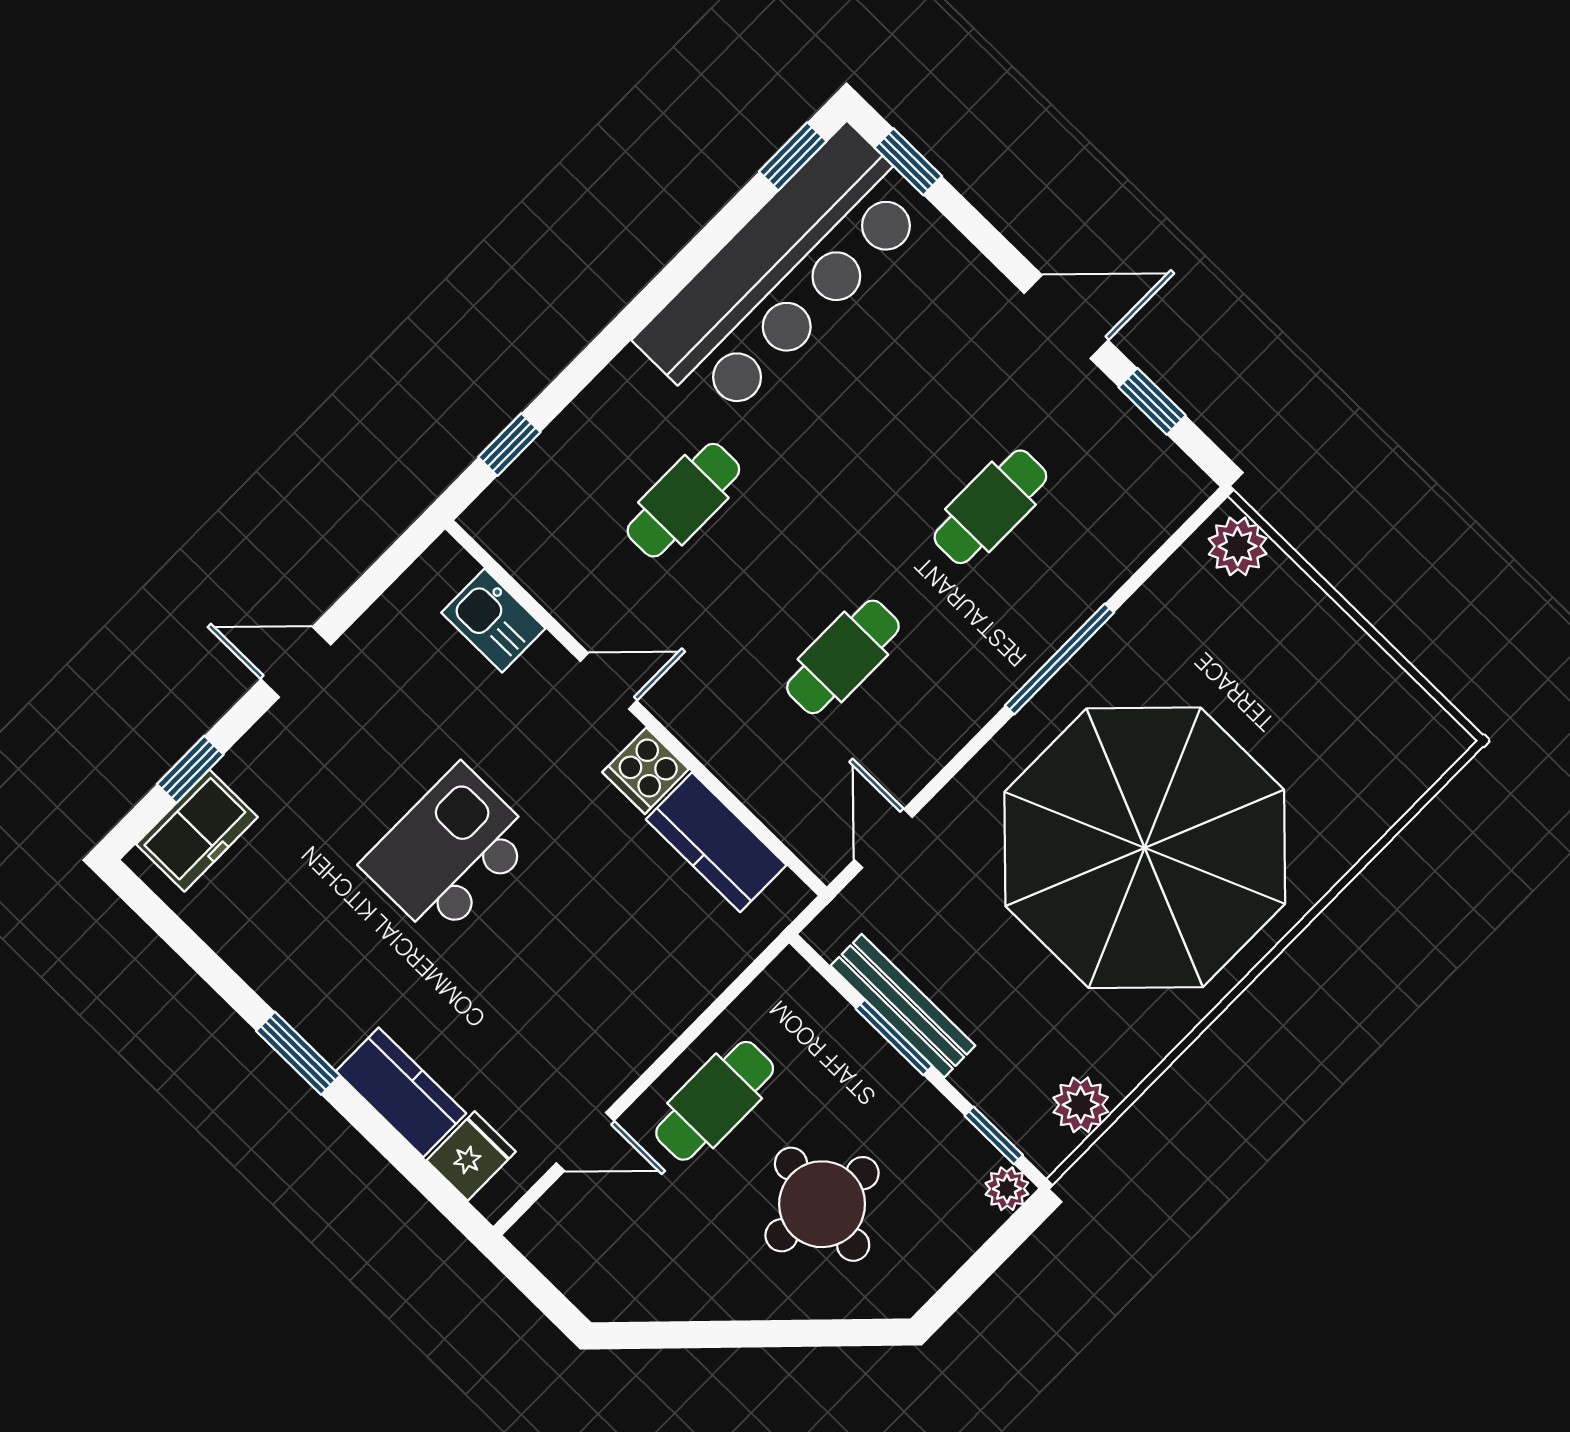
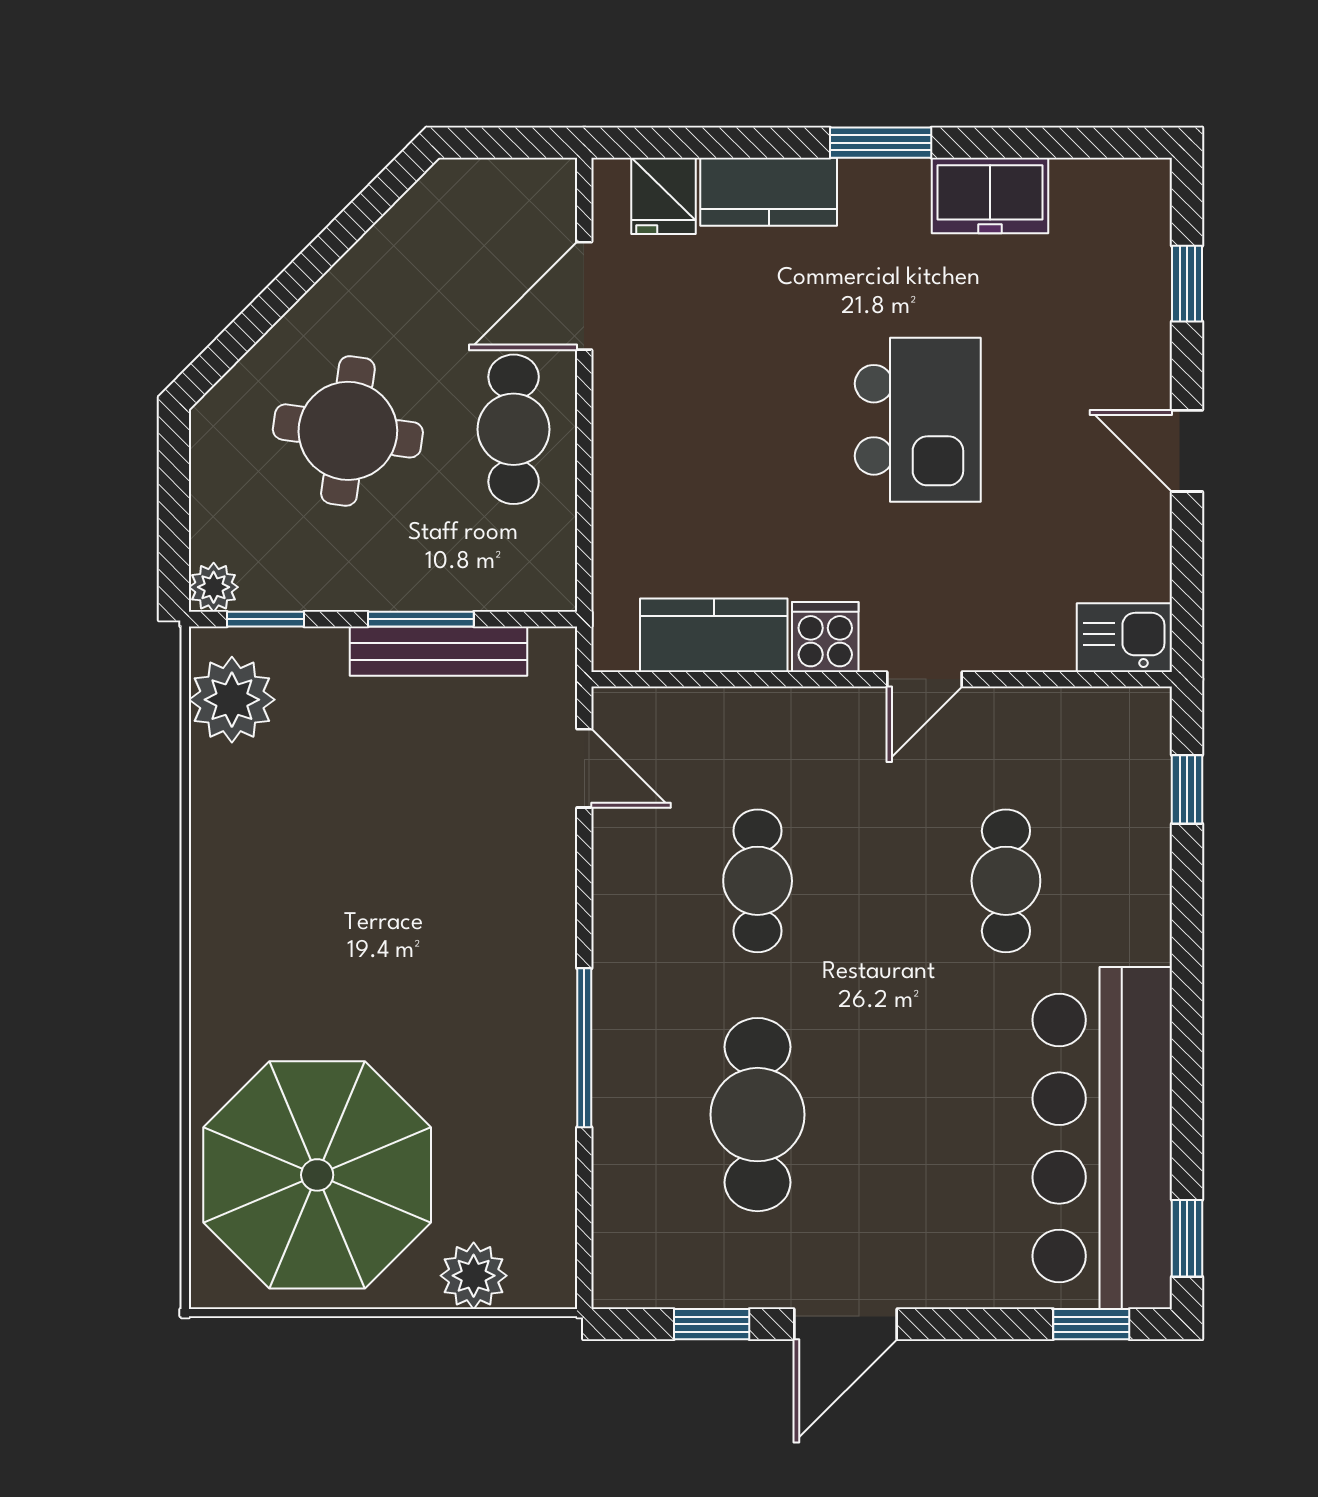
cafe table: (990, 507) -> (758, 1115), width x1.37, depth x1.35
plant: (1238, 546) -> (474, 1276), moved
kitchen sink: (493, 620) -> (1124, 638), moved
door: (296, 662) -> (1187, 451), swing flipped
freezer: (197, 831) -> (990, 195), moved, turned -90
parasol: (1145, 848) -> (317, 1175), moved, width x0.73, depth x0.73
plant: (1081, 1105) -> (232, 700), width x1.36, depth x1.36
door: (585, 1142) -> (584, 296), width x1.38

